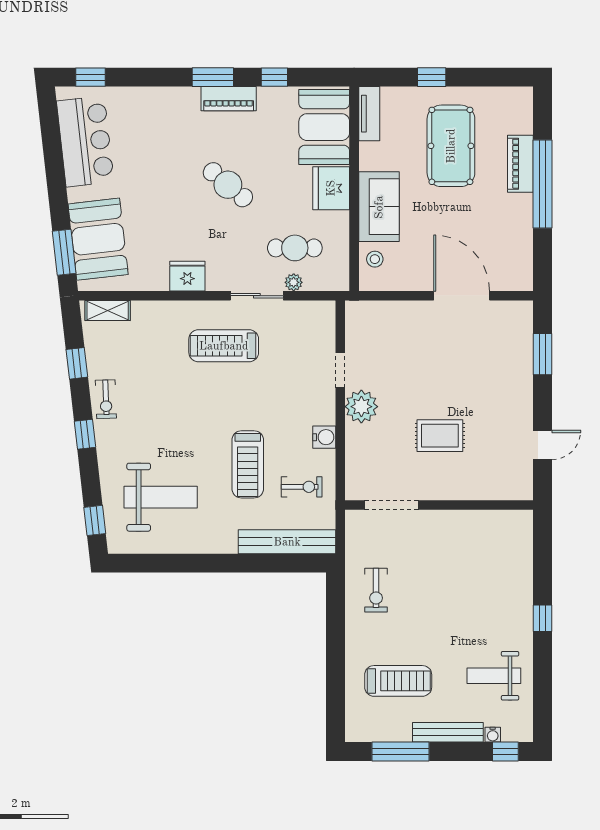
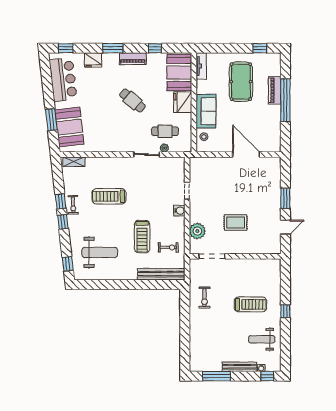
window: (213, 77) -> (113, 48), moved
window: (432, 77) -> (260, 48), moved
window: (64, 252) -> (51, 120), moved
fridge: (187, 276) -> (93, 60), moved, turned 180
treadmill: (224, 346) -> (109, 196), moved
window: (542, 354) -> (285, 198), moved
window: (77, 363) -> (61, 202), moved
plant: (361, 407) -> (197, 231), moved
water cooler: (324, 437) -> (179, 211), moved
treadmill: (398, 681) -> (250, 304), moved

